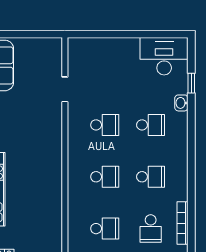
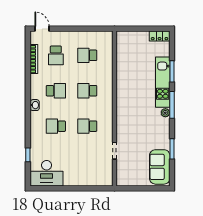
washbasin: (181, 103) -> (35, 105), moved
school desk: (151, 177) -> (56, 91), turned 180
school desk: (151, 229) -> (56, 55), turned 180

